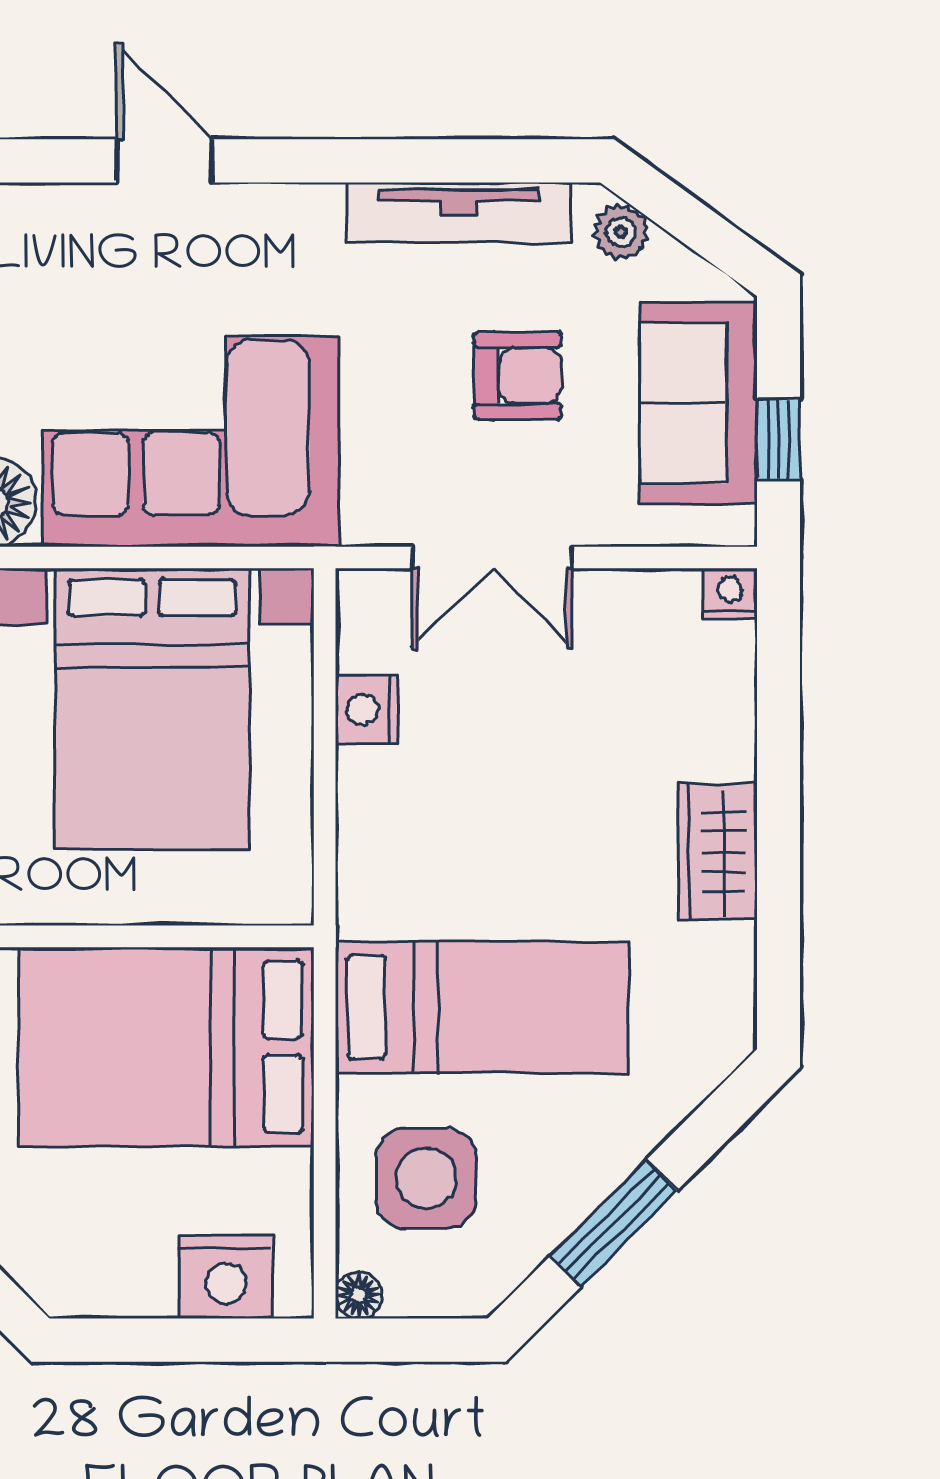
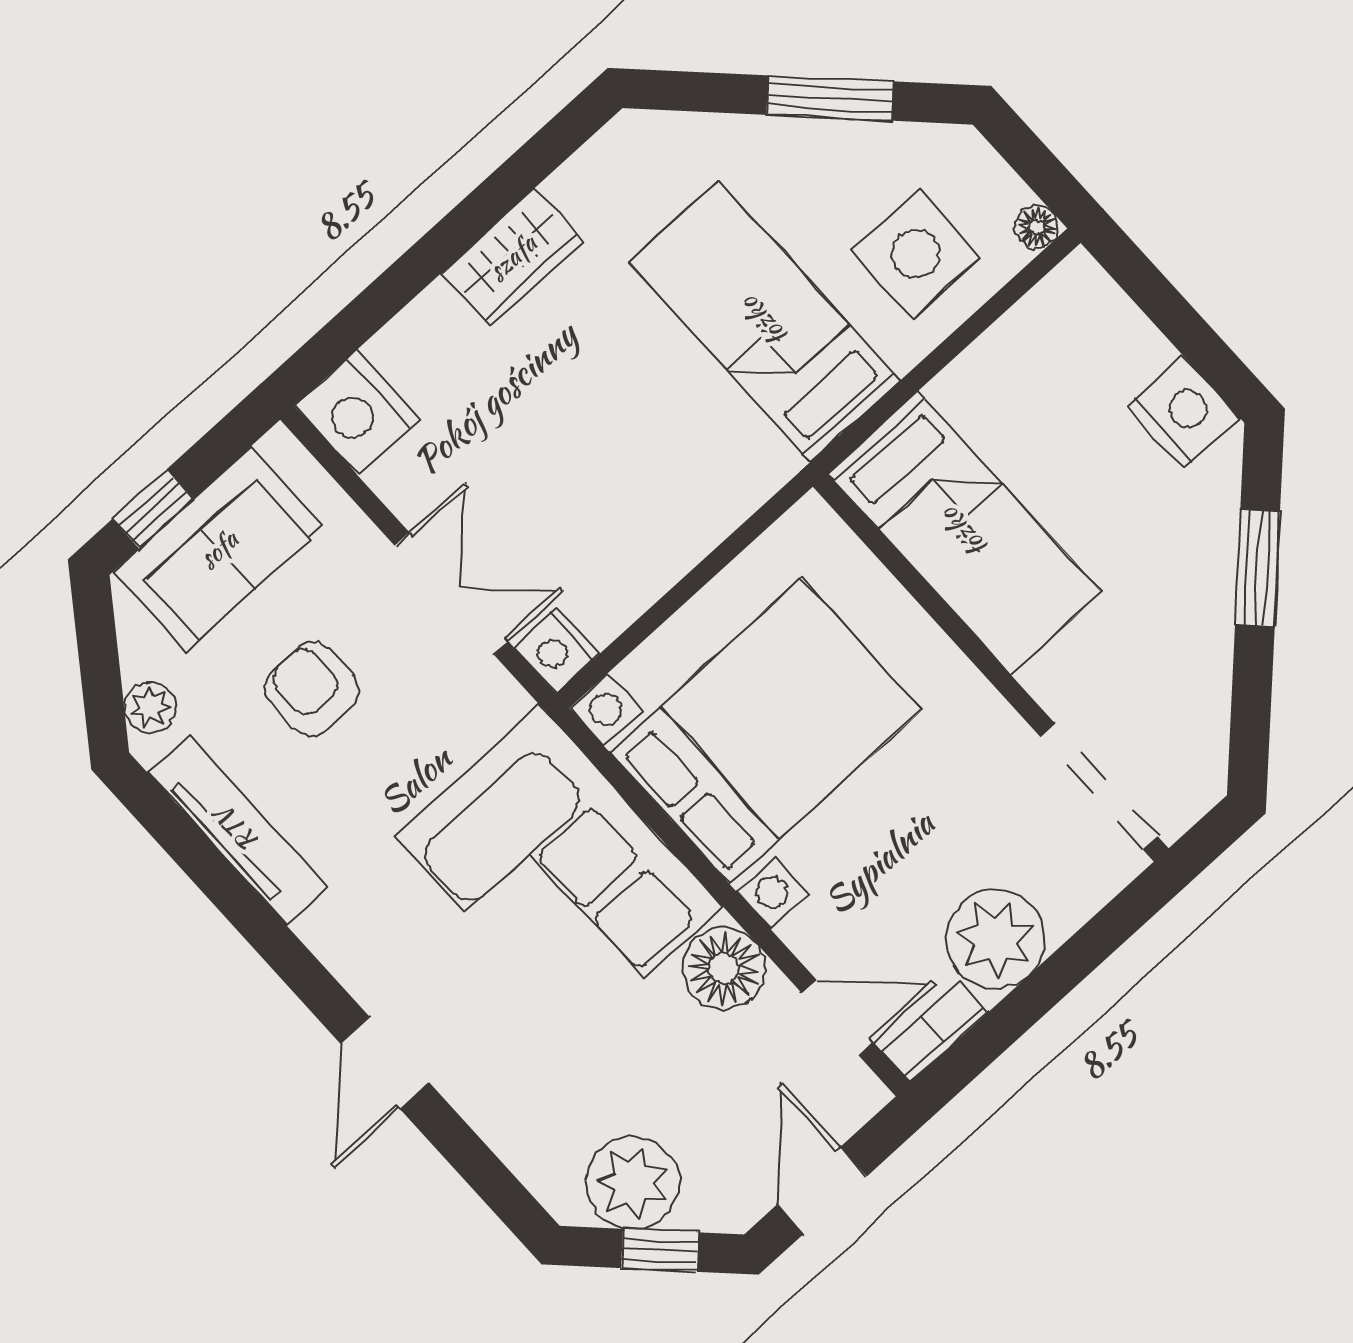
window: (779, 439) -> (153, 509), moved
nightstand: (730, 594) -> (357, 413), width x1.89, depth x1.79
nightstand: (367, 710) -> (556, 650), moved, turned 90
bed: (166, 1047) -> (964, 533), width x0.67
nightstand: (226, 1277) -> (1183, 413), moved

